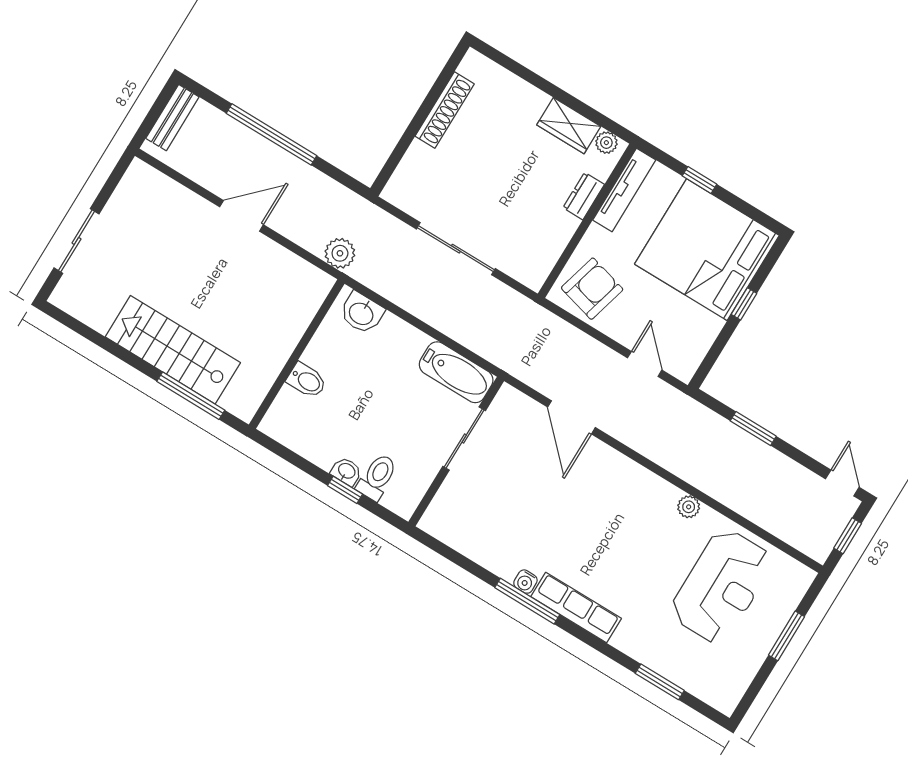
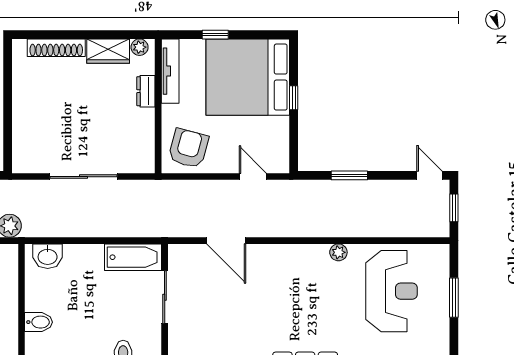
shoe rack: (445, 110) -> (56, 48), moved, turned 90

